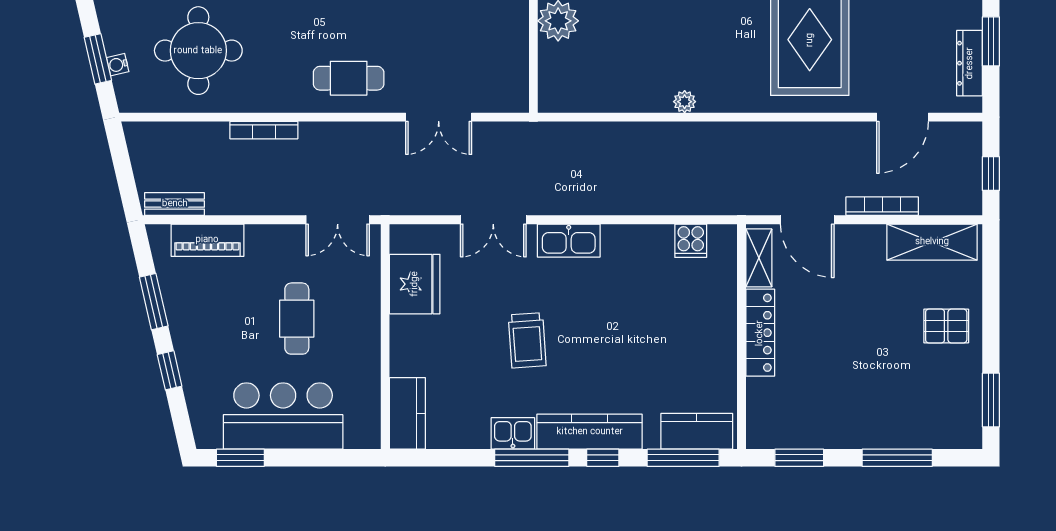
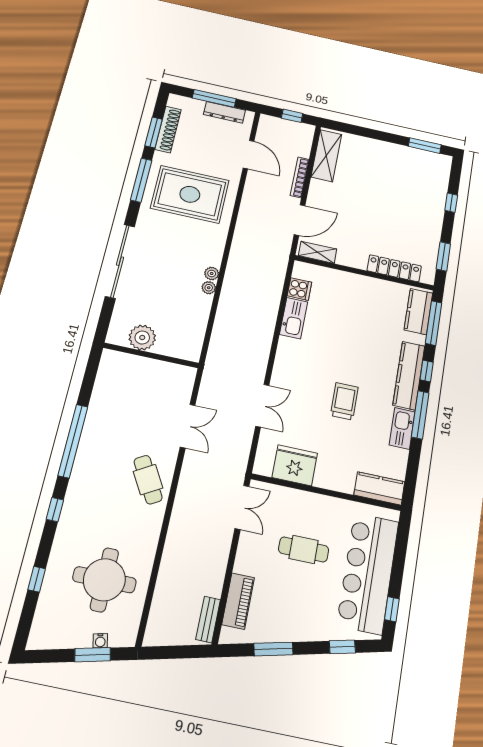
window: (991, 41) -> (214, 98), width x1.44
cafe table: (349, 78) -> (148, 480), turned -30
plant: (660, 102) -> (209, 288), added
bookcase: (264, 130) -> (170, 545), removed
kitchen sink: (569, 241) -> (294, 318), moved
pallet: (946, 326) -> (377, 159), removed
locker: (760, 333) -> (394, 268), moved
trolley: (527, 340) -> (344, 401), turned -86
window: (170, 370) -> (342, 647), moved
bar counter: (283, 416) -> (368, 573), width x1.36
kitchen sink: (513, 433) -> (402, 428), width x1.38
window: (240, 458) -> (392, 609), width x0.67
window: (897, 458) -> (451, 203), width x0.46

